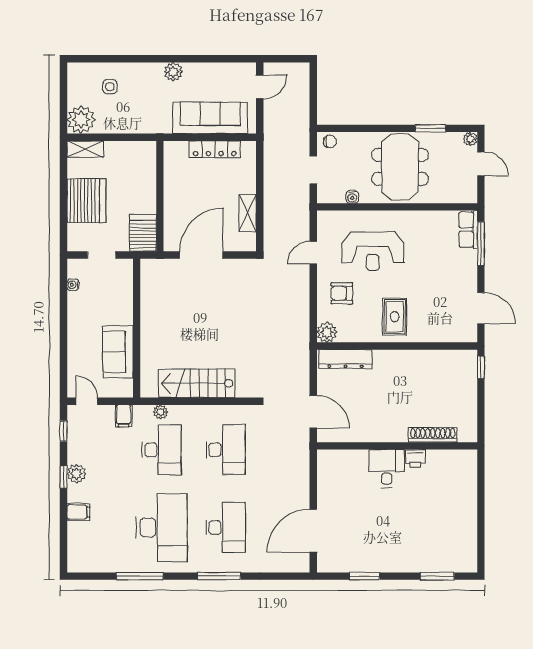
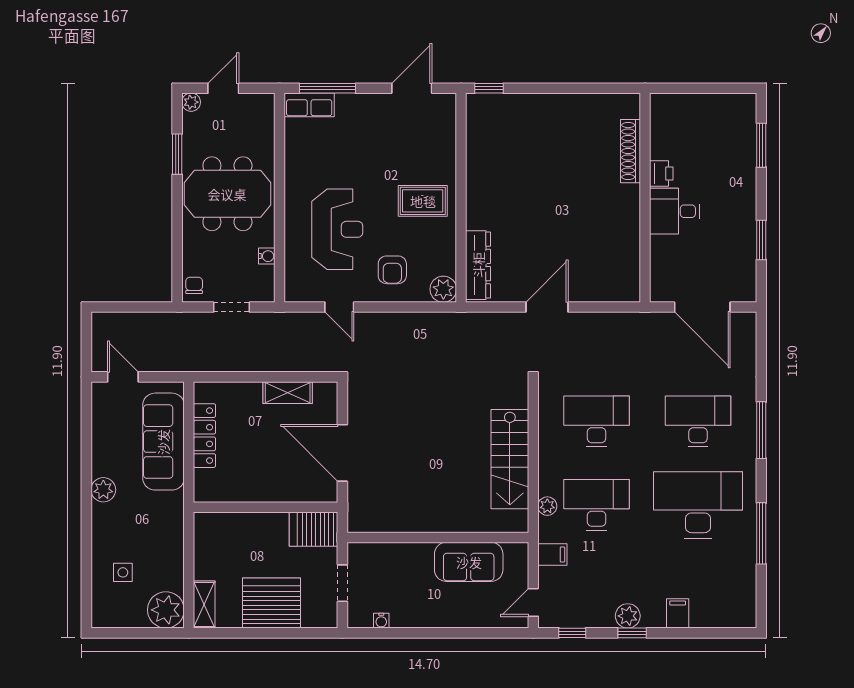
shoe rack: (433, 435) -> (630, 151), moved
wall: (397, 446) -> (645, 198), moved
printer: (416, 458) -> (661, 173), moved
desk: (387, 468) -> (674, 211), moved

